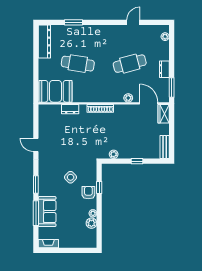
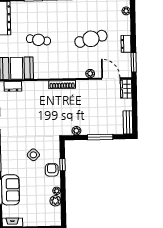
cafe table: (78, 64) -> (38, 40), width x0.73, depth x0.74
dresser: (70, 109) -> (13, 86), moved
window: (137, 161) -> (100, 137), width x2.17

